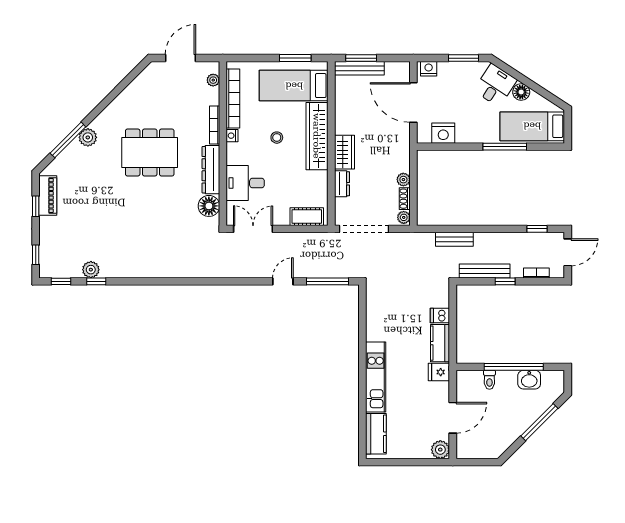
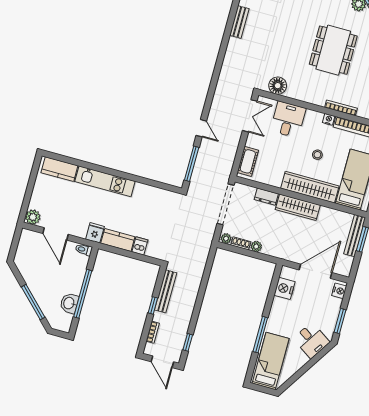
floor lamp: (521, 92) -> (300, 360), removed
wardrobe: (344, 152) -> (298, 207), width x1.50
dresser: (211, 170) -> (306, 95), removed
bench: (454, 239) -> (239, 22), moved
toilet: (489, 380) -> (84, 250), moved

